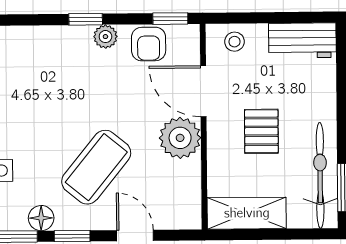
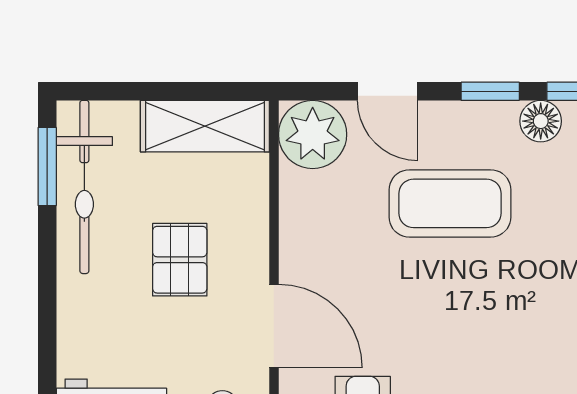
plant: (180, 138) -> (313, 134), moved
coffee table: (96, 167) -> (450, 203), turned 51

